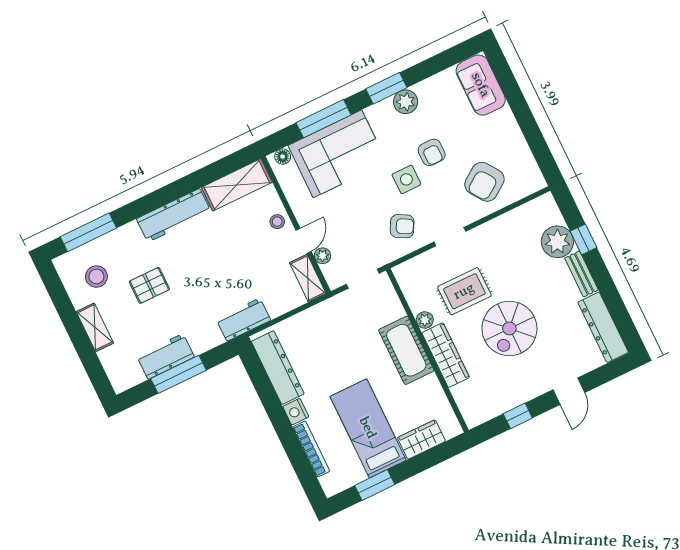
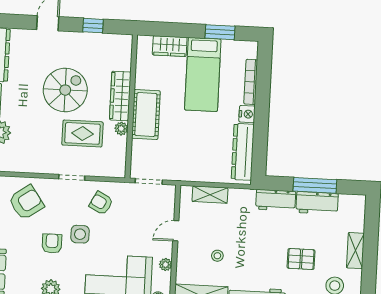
stool: (277, 222) -> (217, 256), moved
plant: (323, 256) -> (166, 265), moved
shelving: (308, 278) -> (210, 195), moved, turned 90
workbench: (243, 320) -> (276, 200), moved

